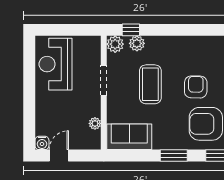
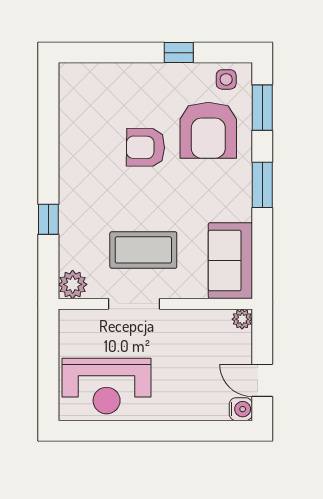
window: (131, 30) -> (48, 219), moved
plant: (137, 43) -> (71, 248), removed
coffee table: (150, 84) -> (143, 250), moved
plant: (95, 123) -> (242, 319), moved

